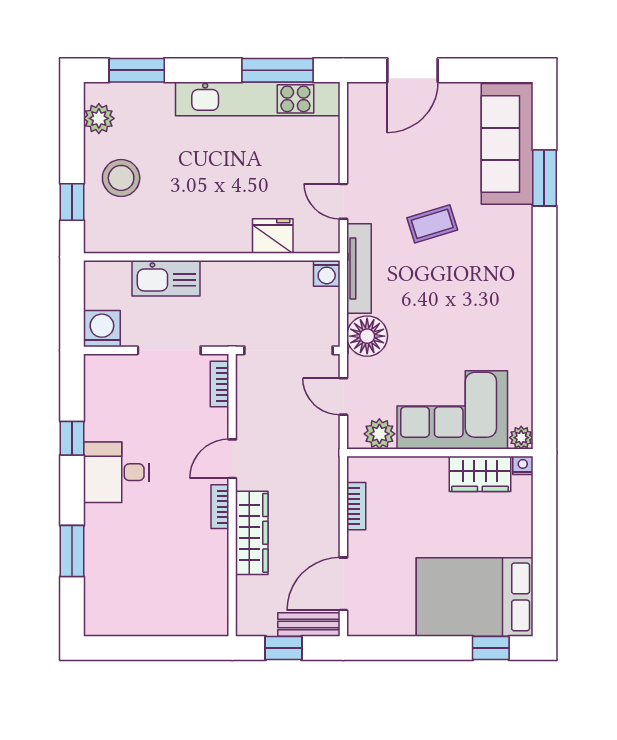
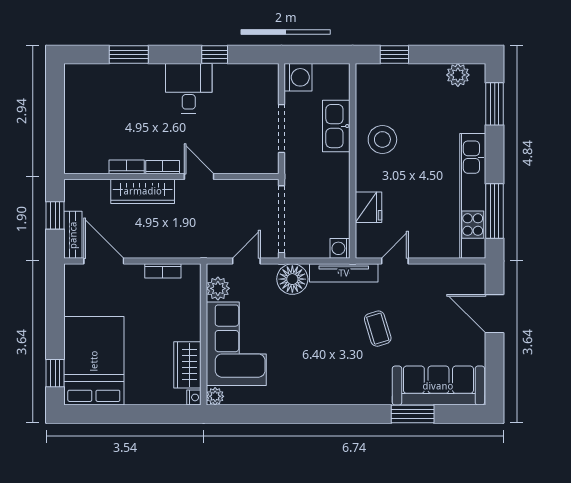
stool: (121, 178) -> (382, 139), moved
bookcase: (220, 384) -> (127, 167), moved

